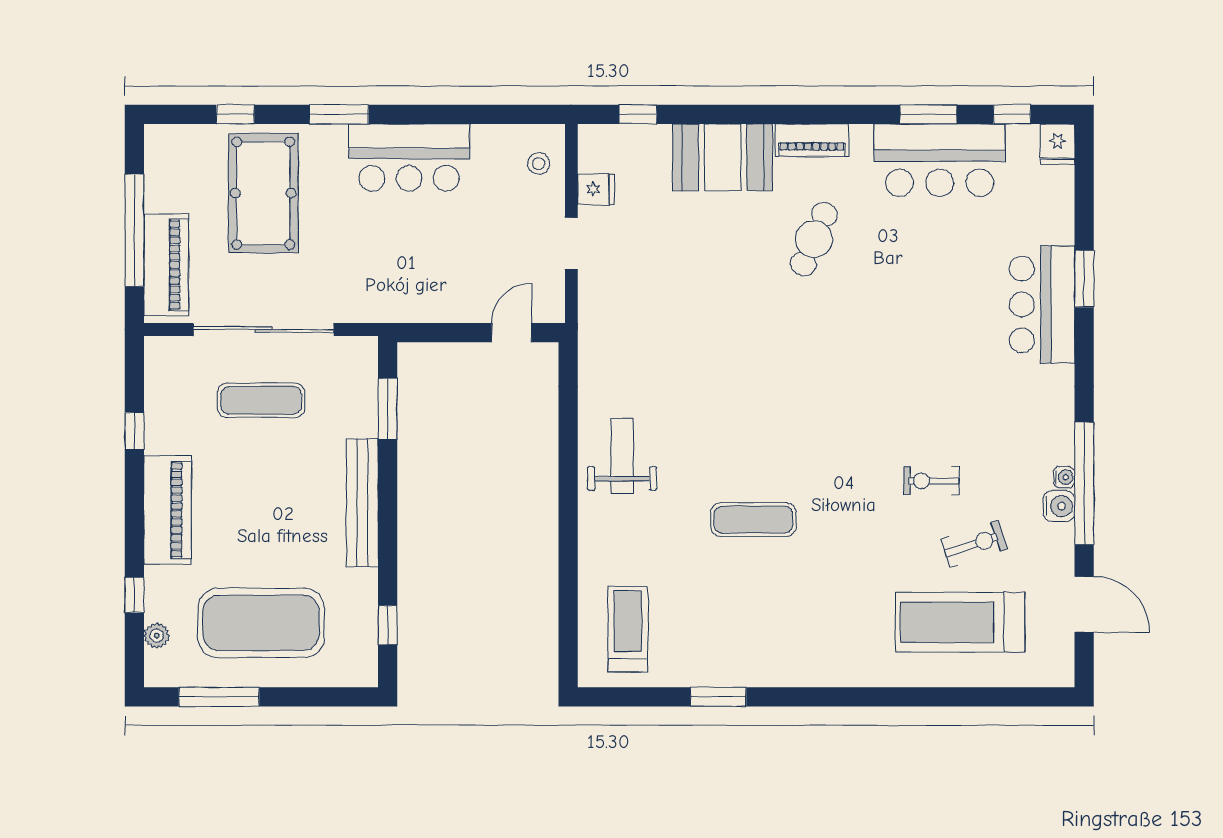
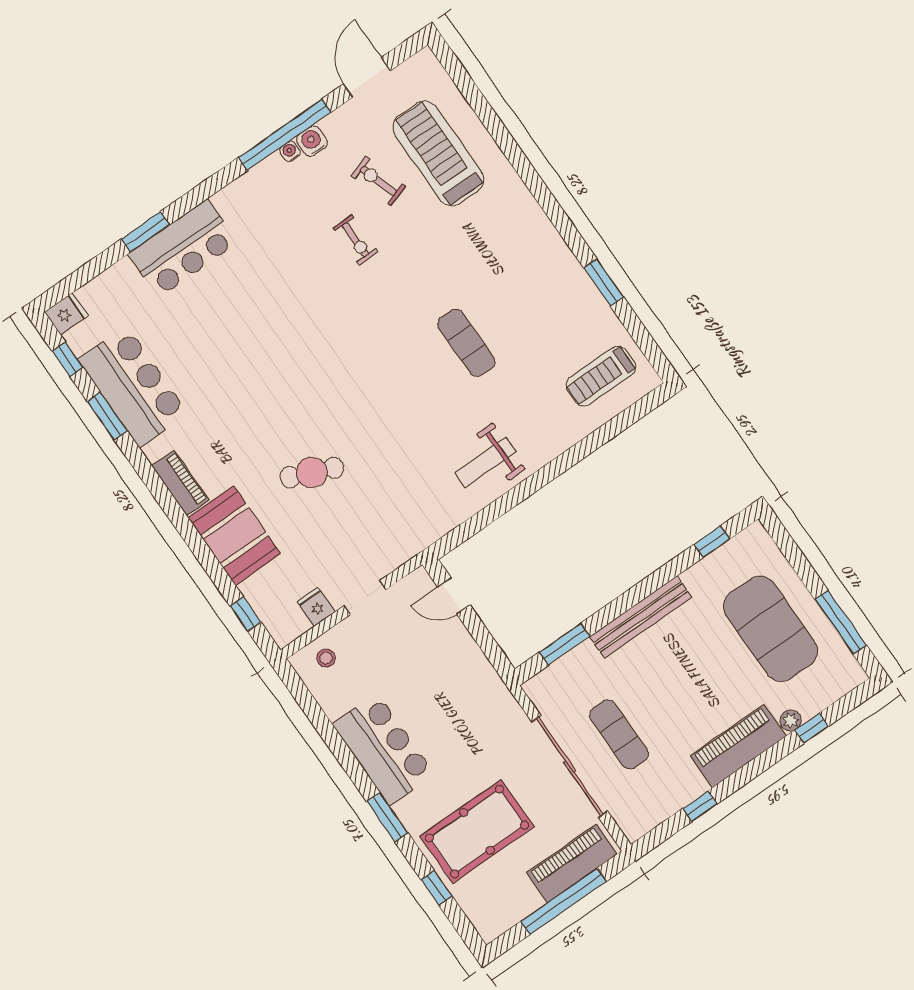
cafe table: (814, 239) -> (312, 472), moved
treadmill: (960, 622) -> (438, 153), turned 180
plant: (157, 636) -> (791, 720), moved

